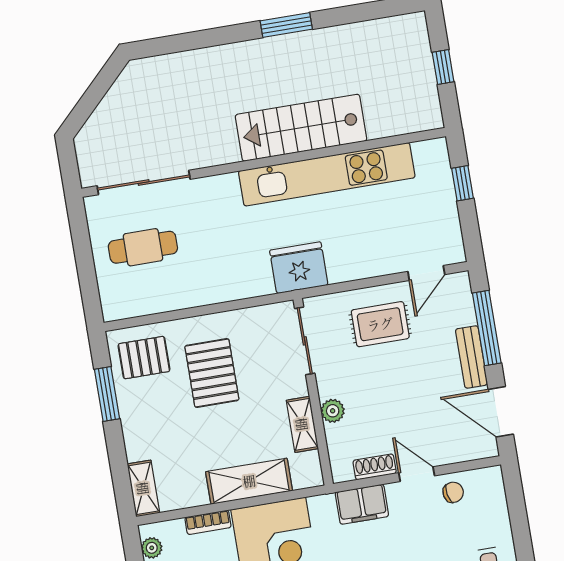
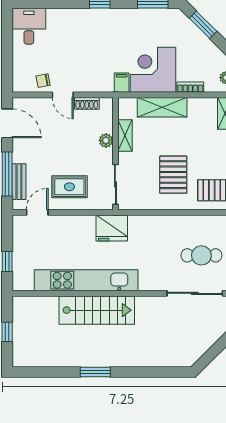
bench: (471, 357) -> (19, 182), moved
filing cabinet: (362, 504) -> (122, 83), moved, width x0.50

